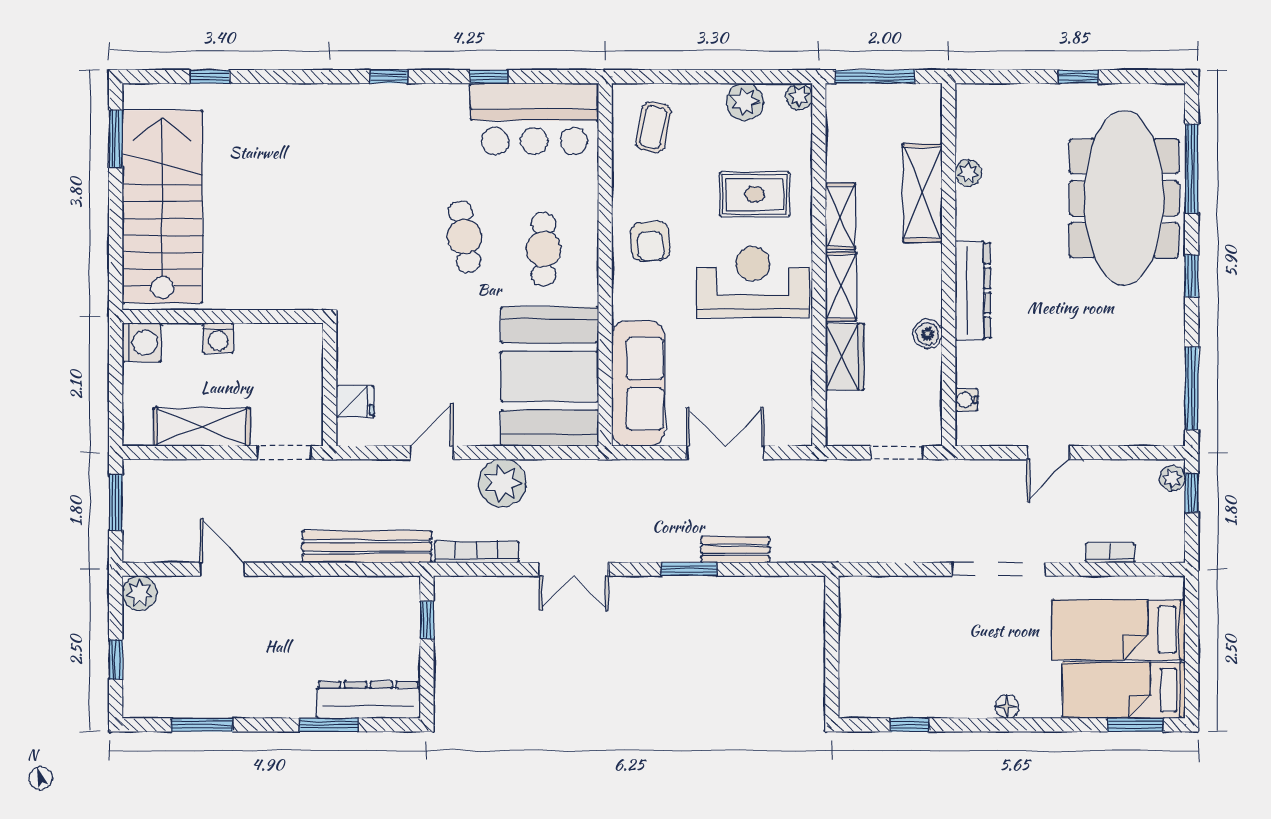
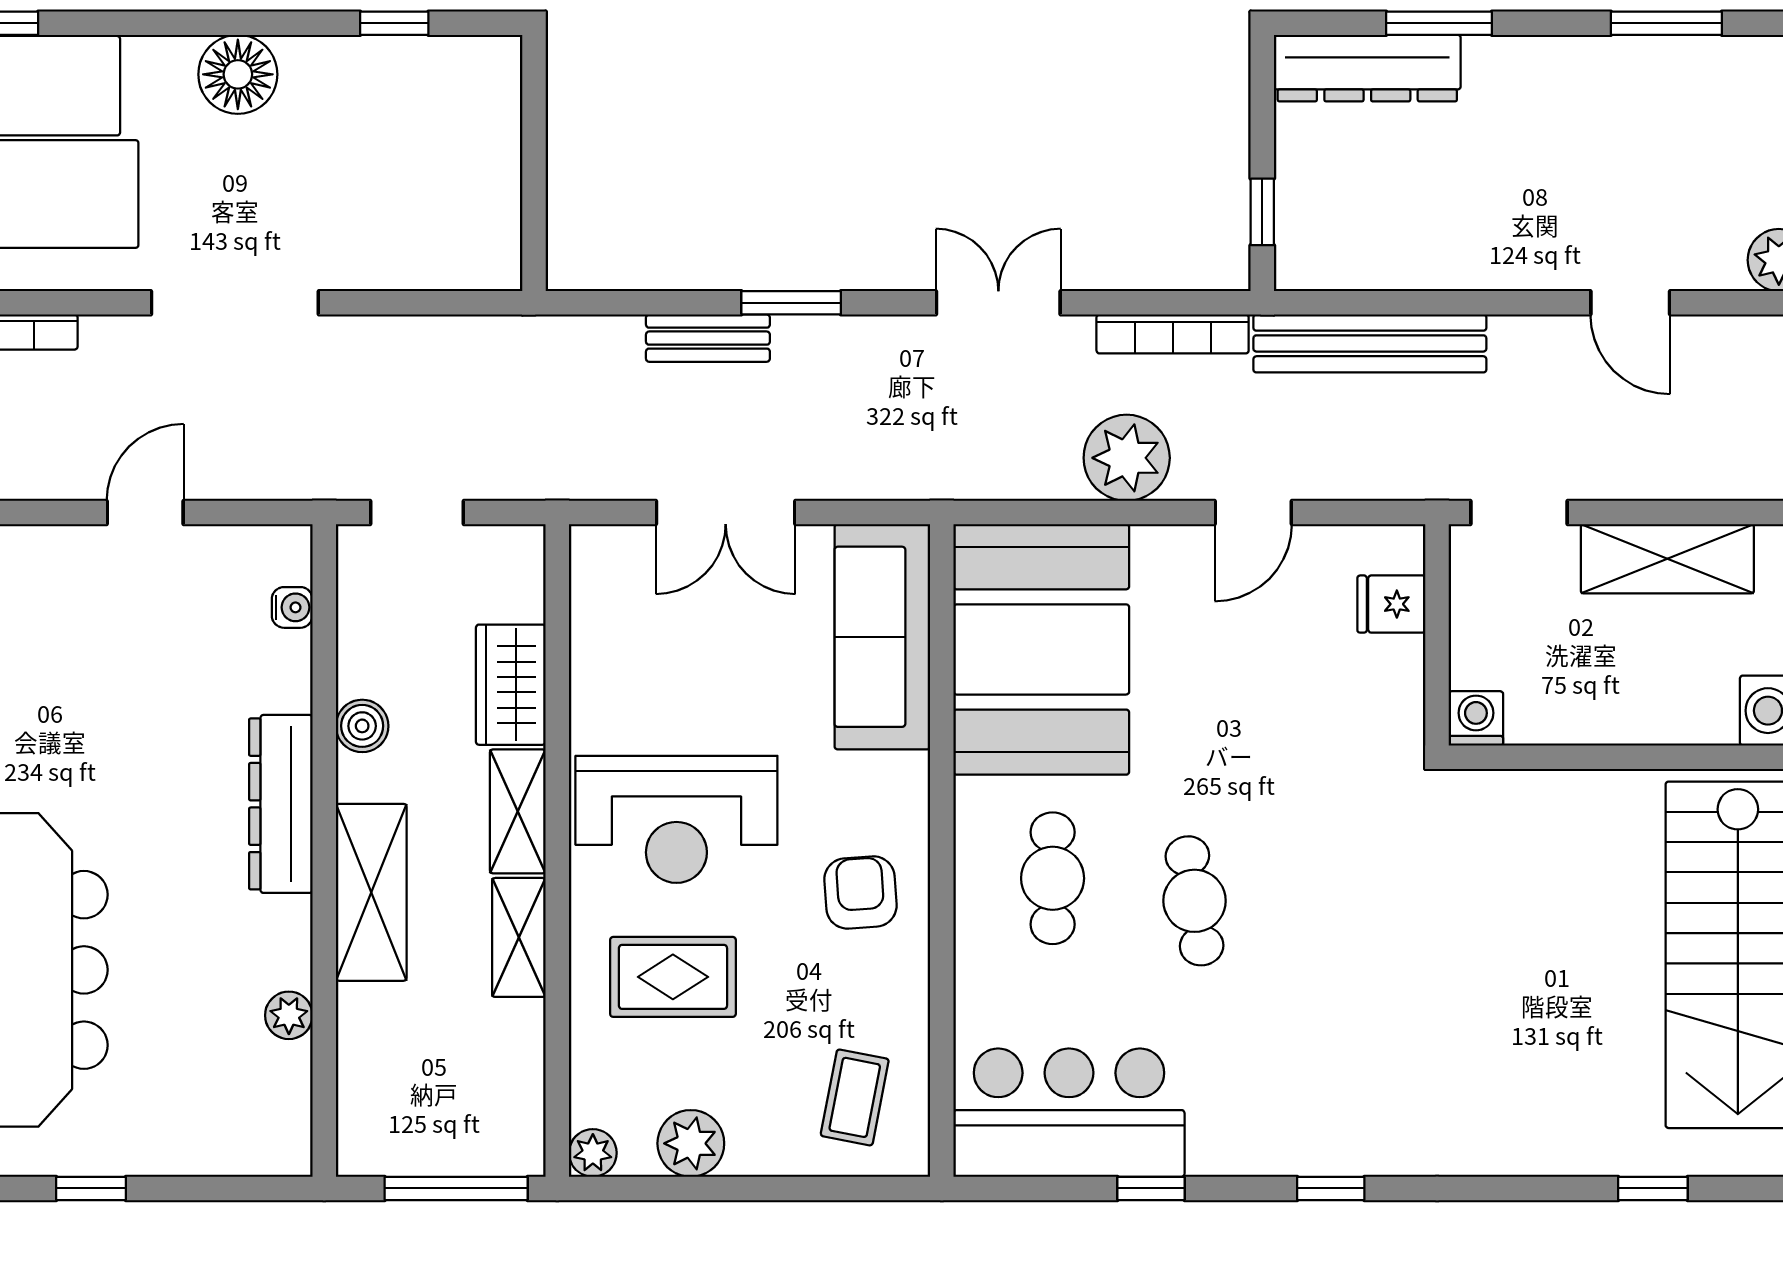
shelving: (922, 193) -> (371, 892), moved
washing machine: (218, 338) -> (1476, 718), moved
floor lamp: (1007, 707) -> (238, 74), width x1.89, depth x1.89

